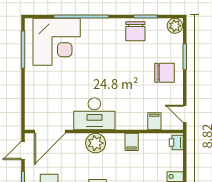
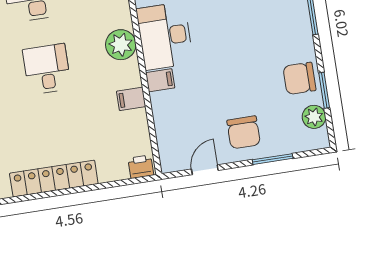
plant: (175, 26) -> (314, 117), moved
door: (185, 114) -> (205, 170), moved
filing cabinet: (154, 121) -> (160, 80), moved

